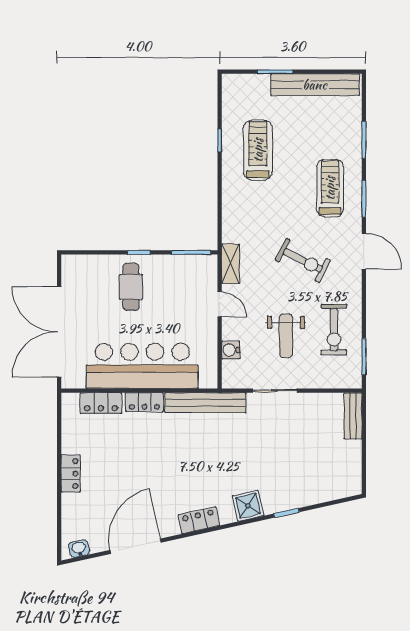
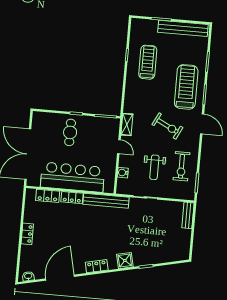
treadmill: (330, 188) -> (186, 87), width x1.37, depth x1.38

